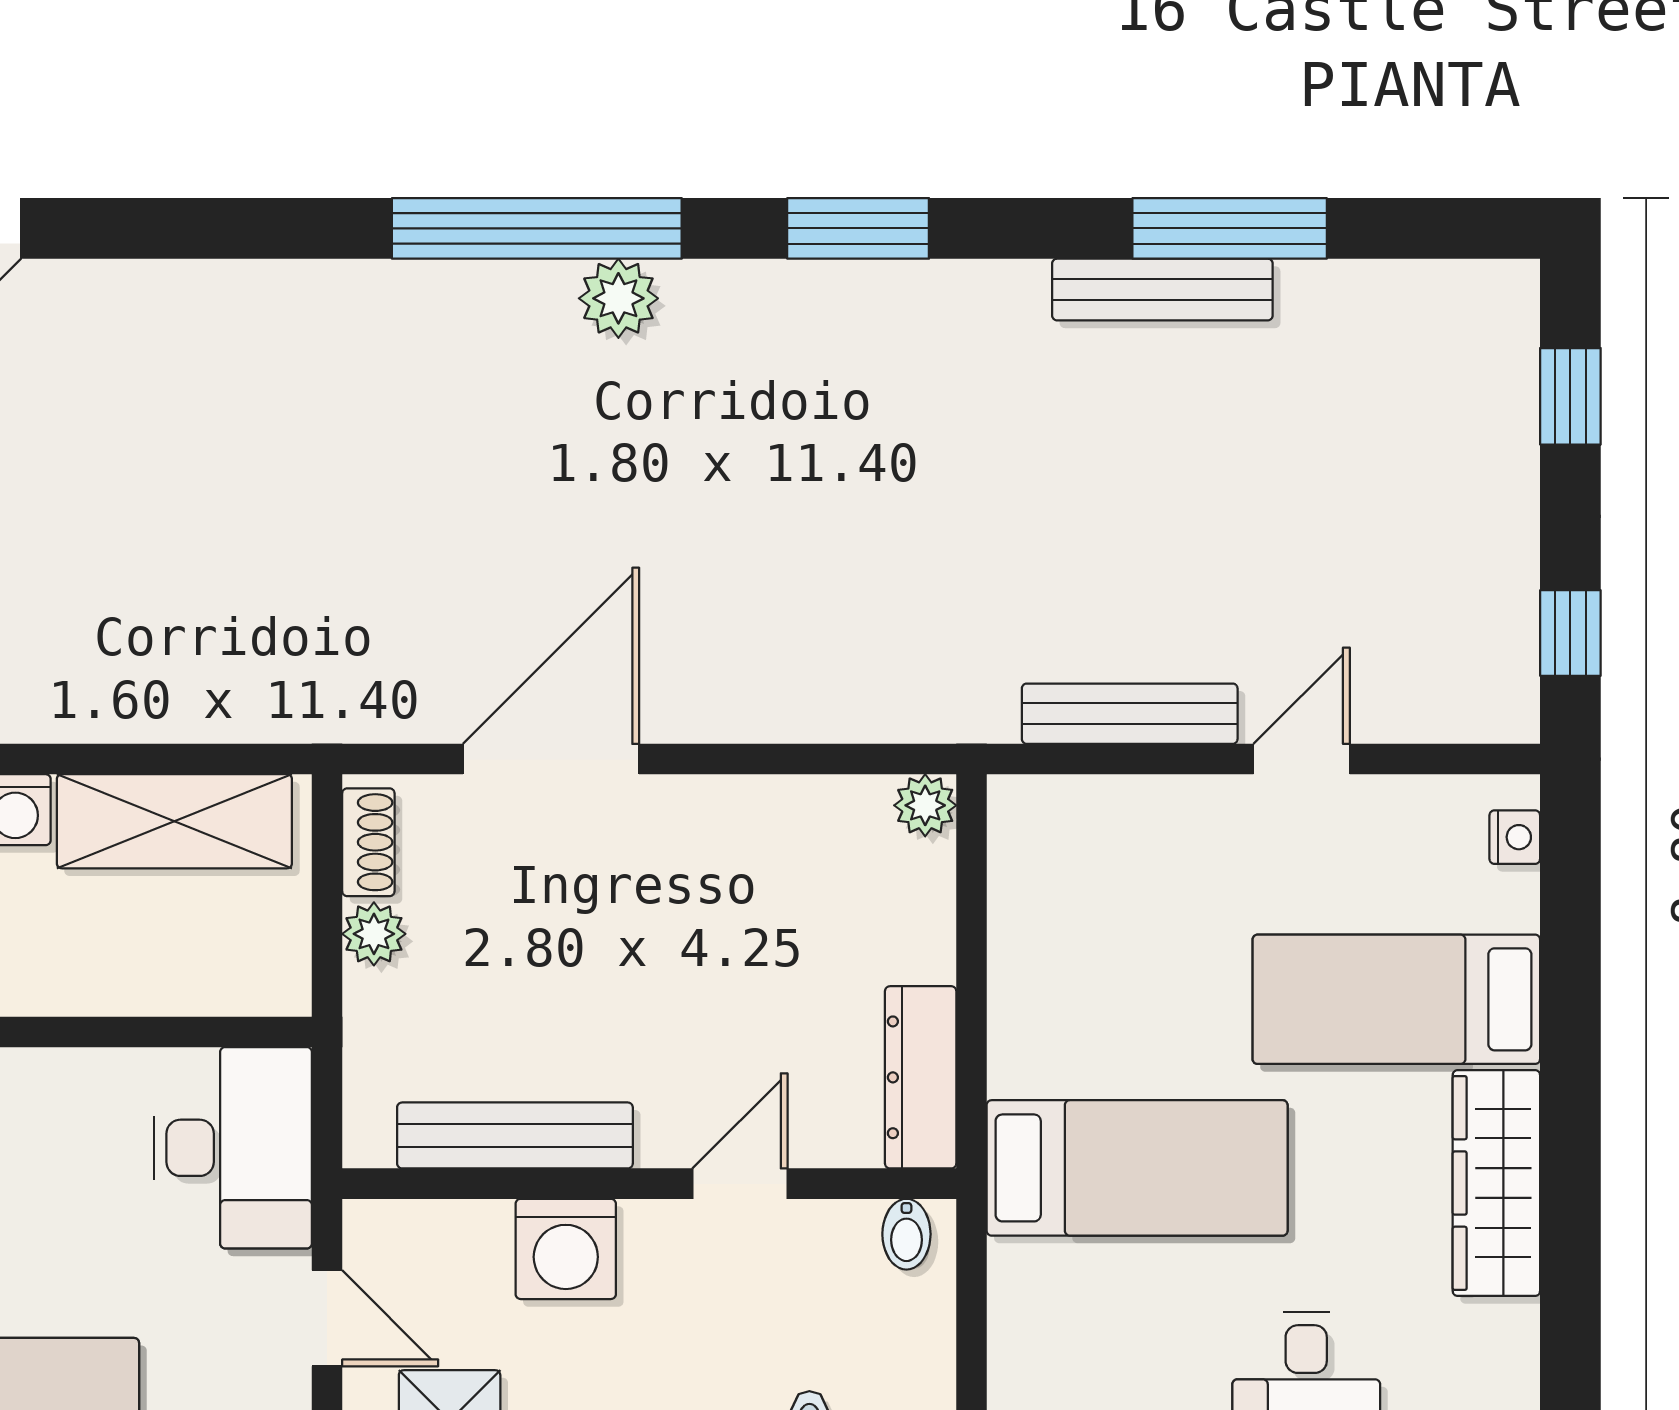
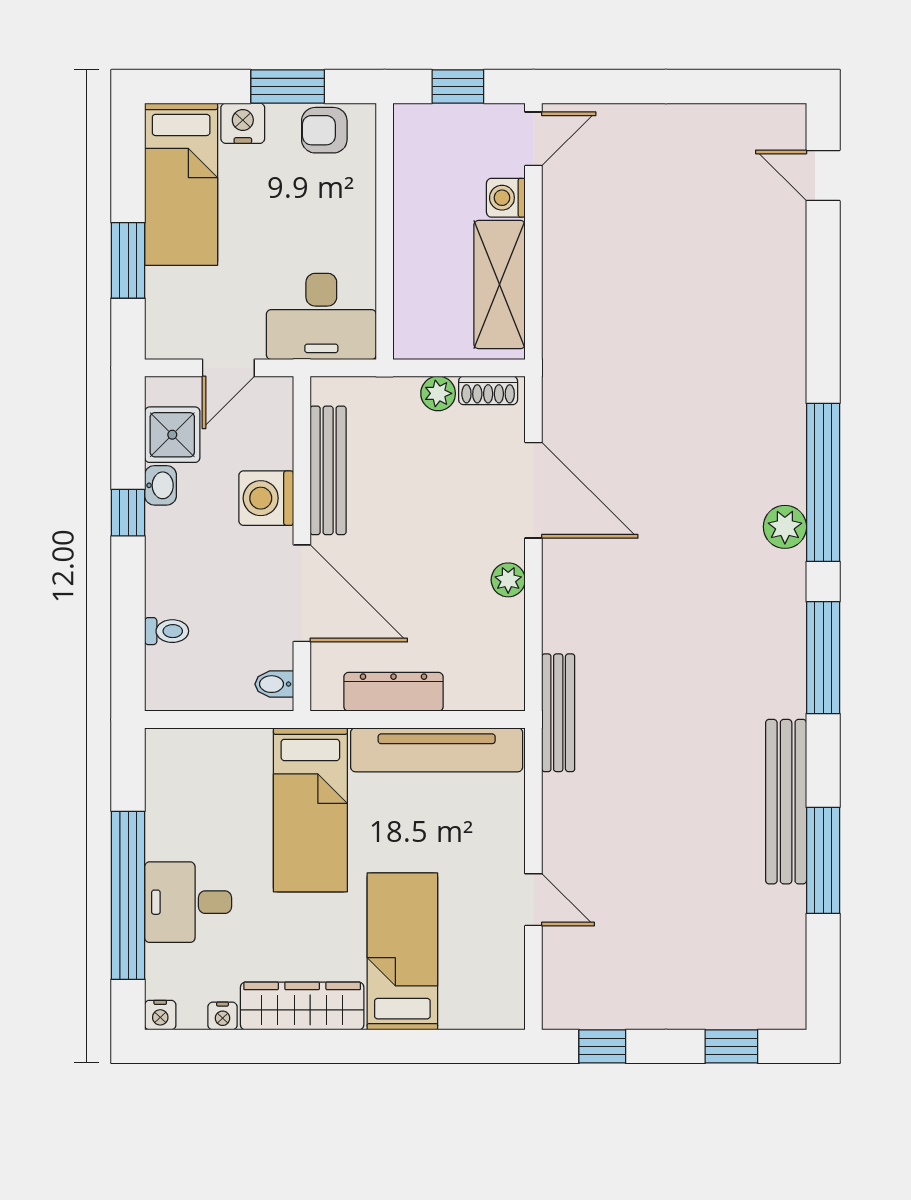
window: (858, 228) -> (823, 658), width x1.44
bench: (1162, 290) -> (786, 802), width x1.37, depth x1.21
bench: (1130, 714) -> (558, 713), moved
plant: (925, 805) -> (508, 580), moved
nightstand: (1515, 837) -> (223, 1016), moved
tv unit: (1027, 937) -> (437, 750), added
dresser: (921, 1077) -> (393, 692), moved
door: (740, 1184) -> (302, 593), width x1.87

